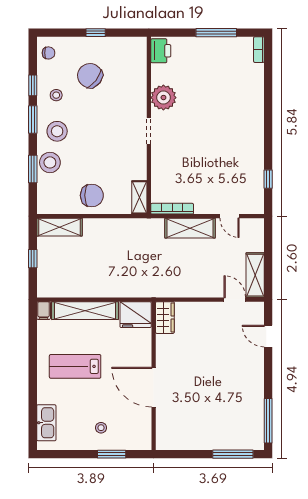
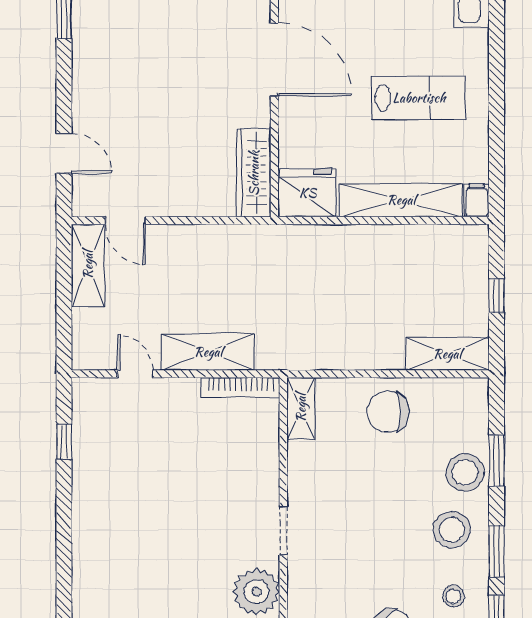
wardrobe: (165, 318) -> (254, 173), width x1.50

